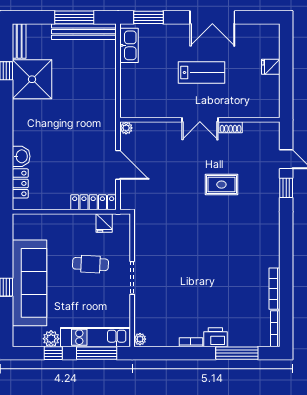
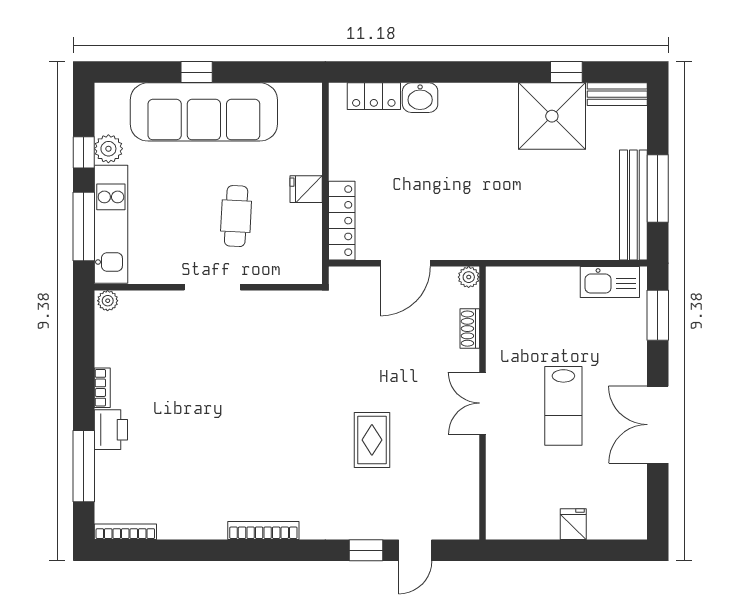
shoe rack: (231, 127) -> (470, 329), moved
fridge: (104, 223) -> (306, 189), moved
bookcase: (274, 289) -> (263, 531), moved

